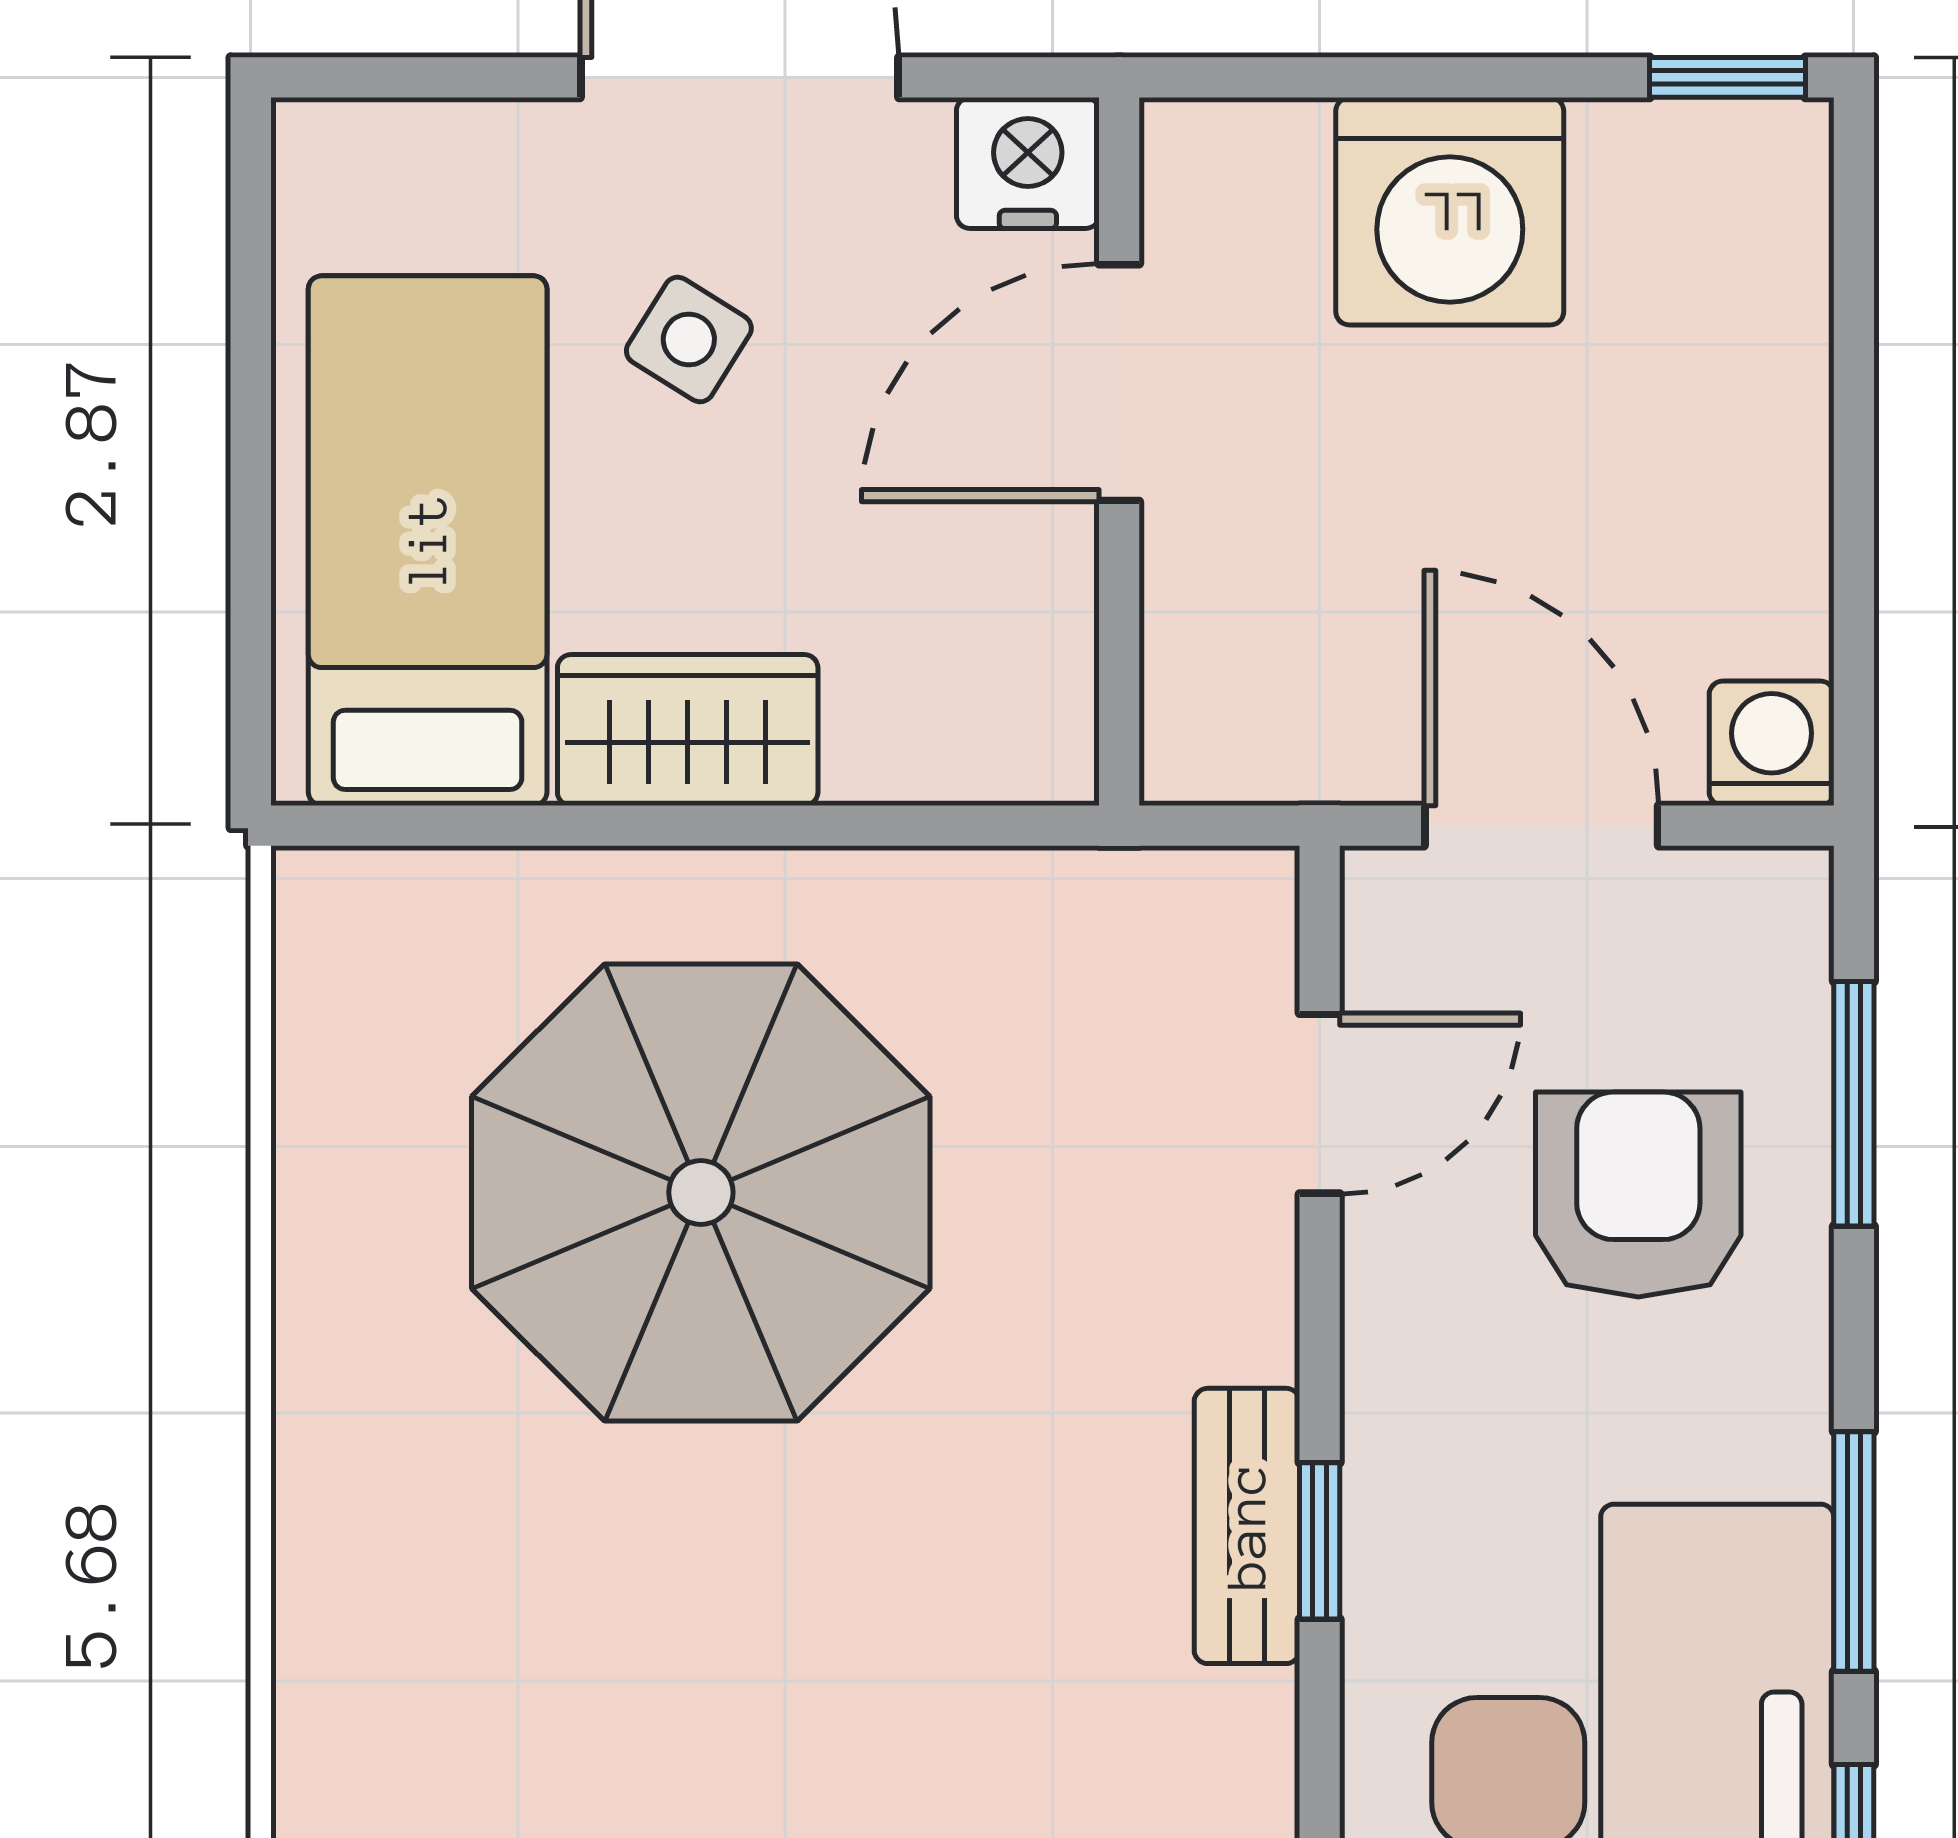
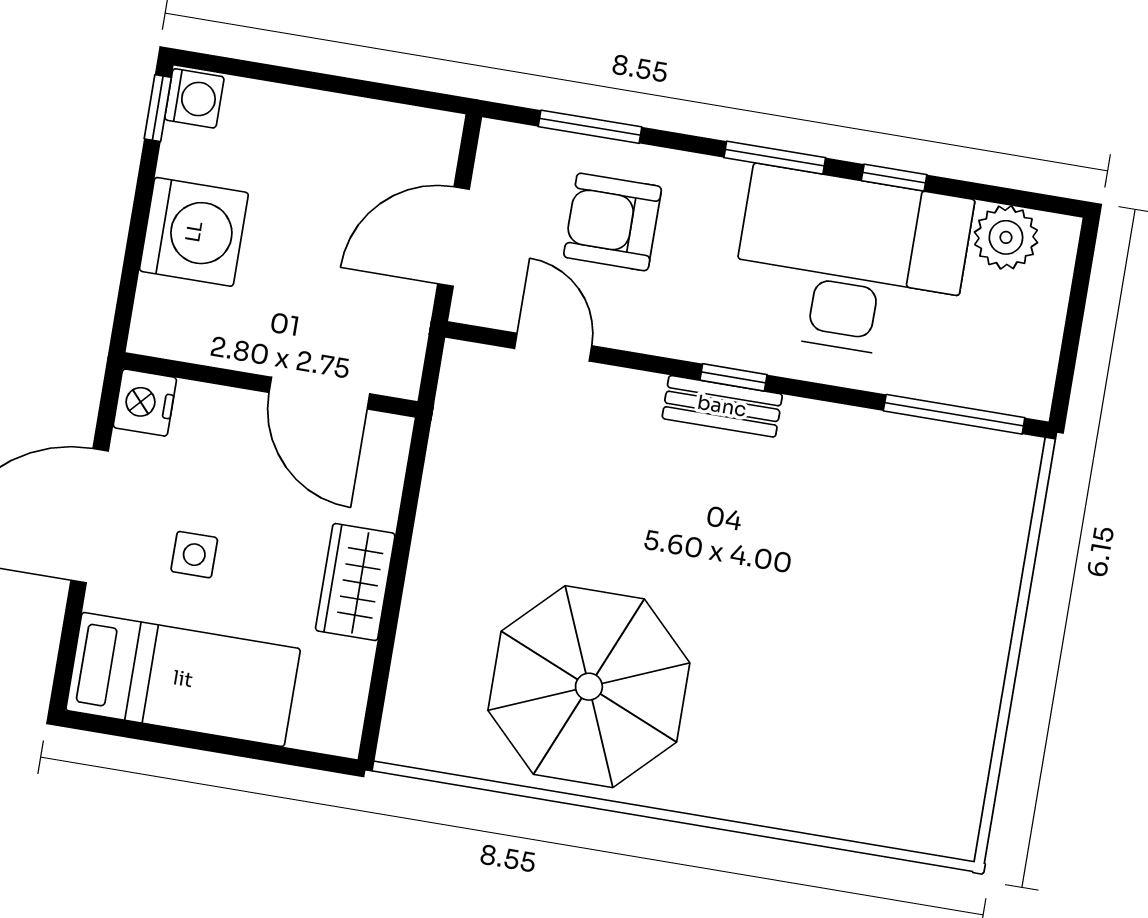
side table: (689, 340) -> (194, 555), turned -32
door: (1119, 383) -> (319, 393), moved
bed: (428, 541) -> (183, 679), moved, turned 180
washing machine: (1772, 743) -> (194, 98), moved, turned 180
parasol: (701, 1192) -> (589, 687), moved

